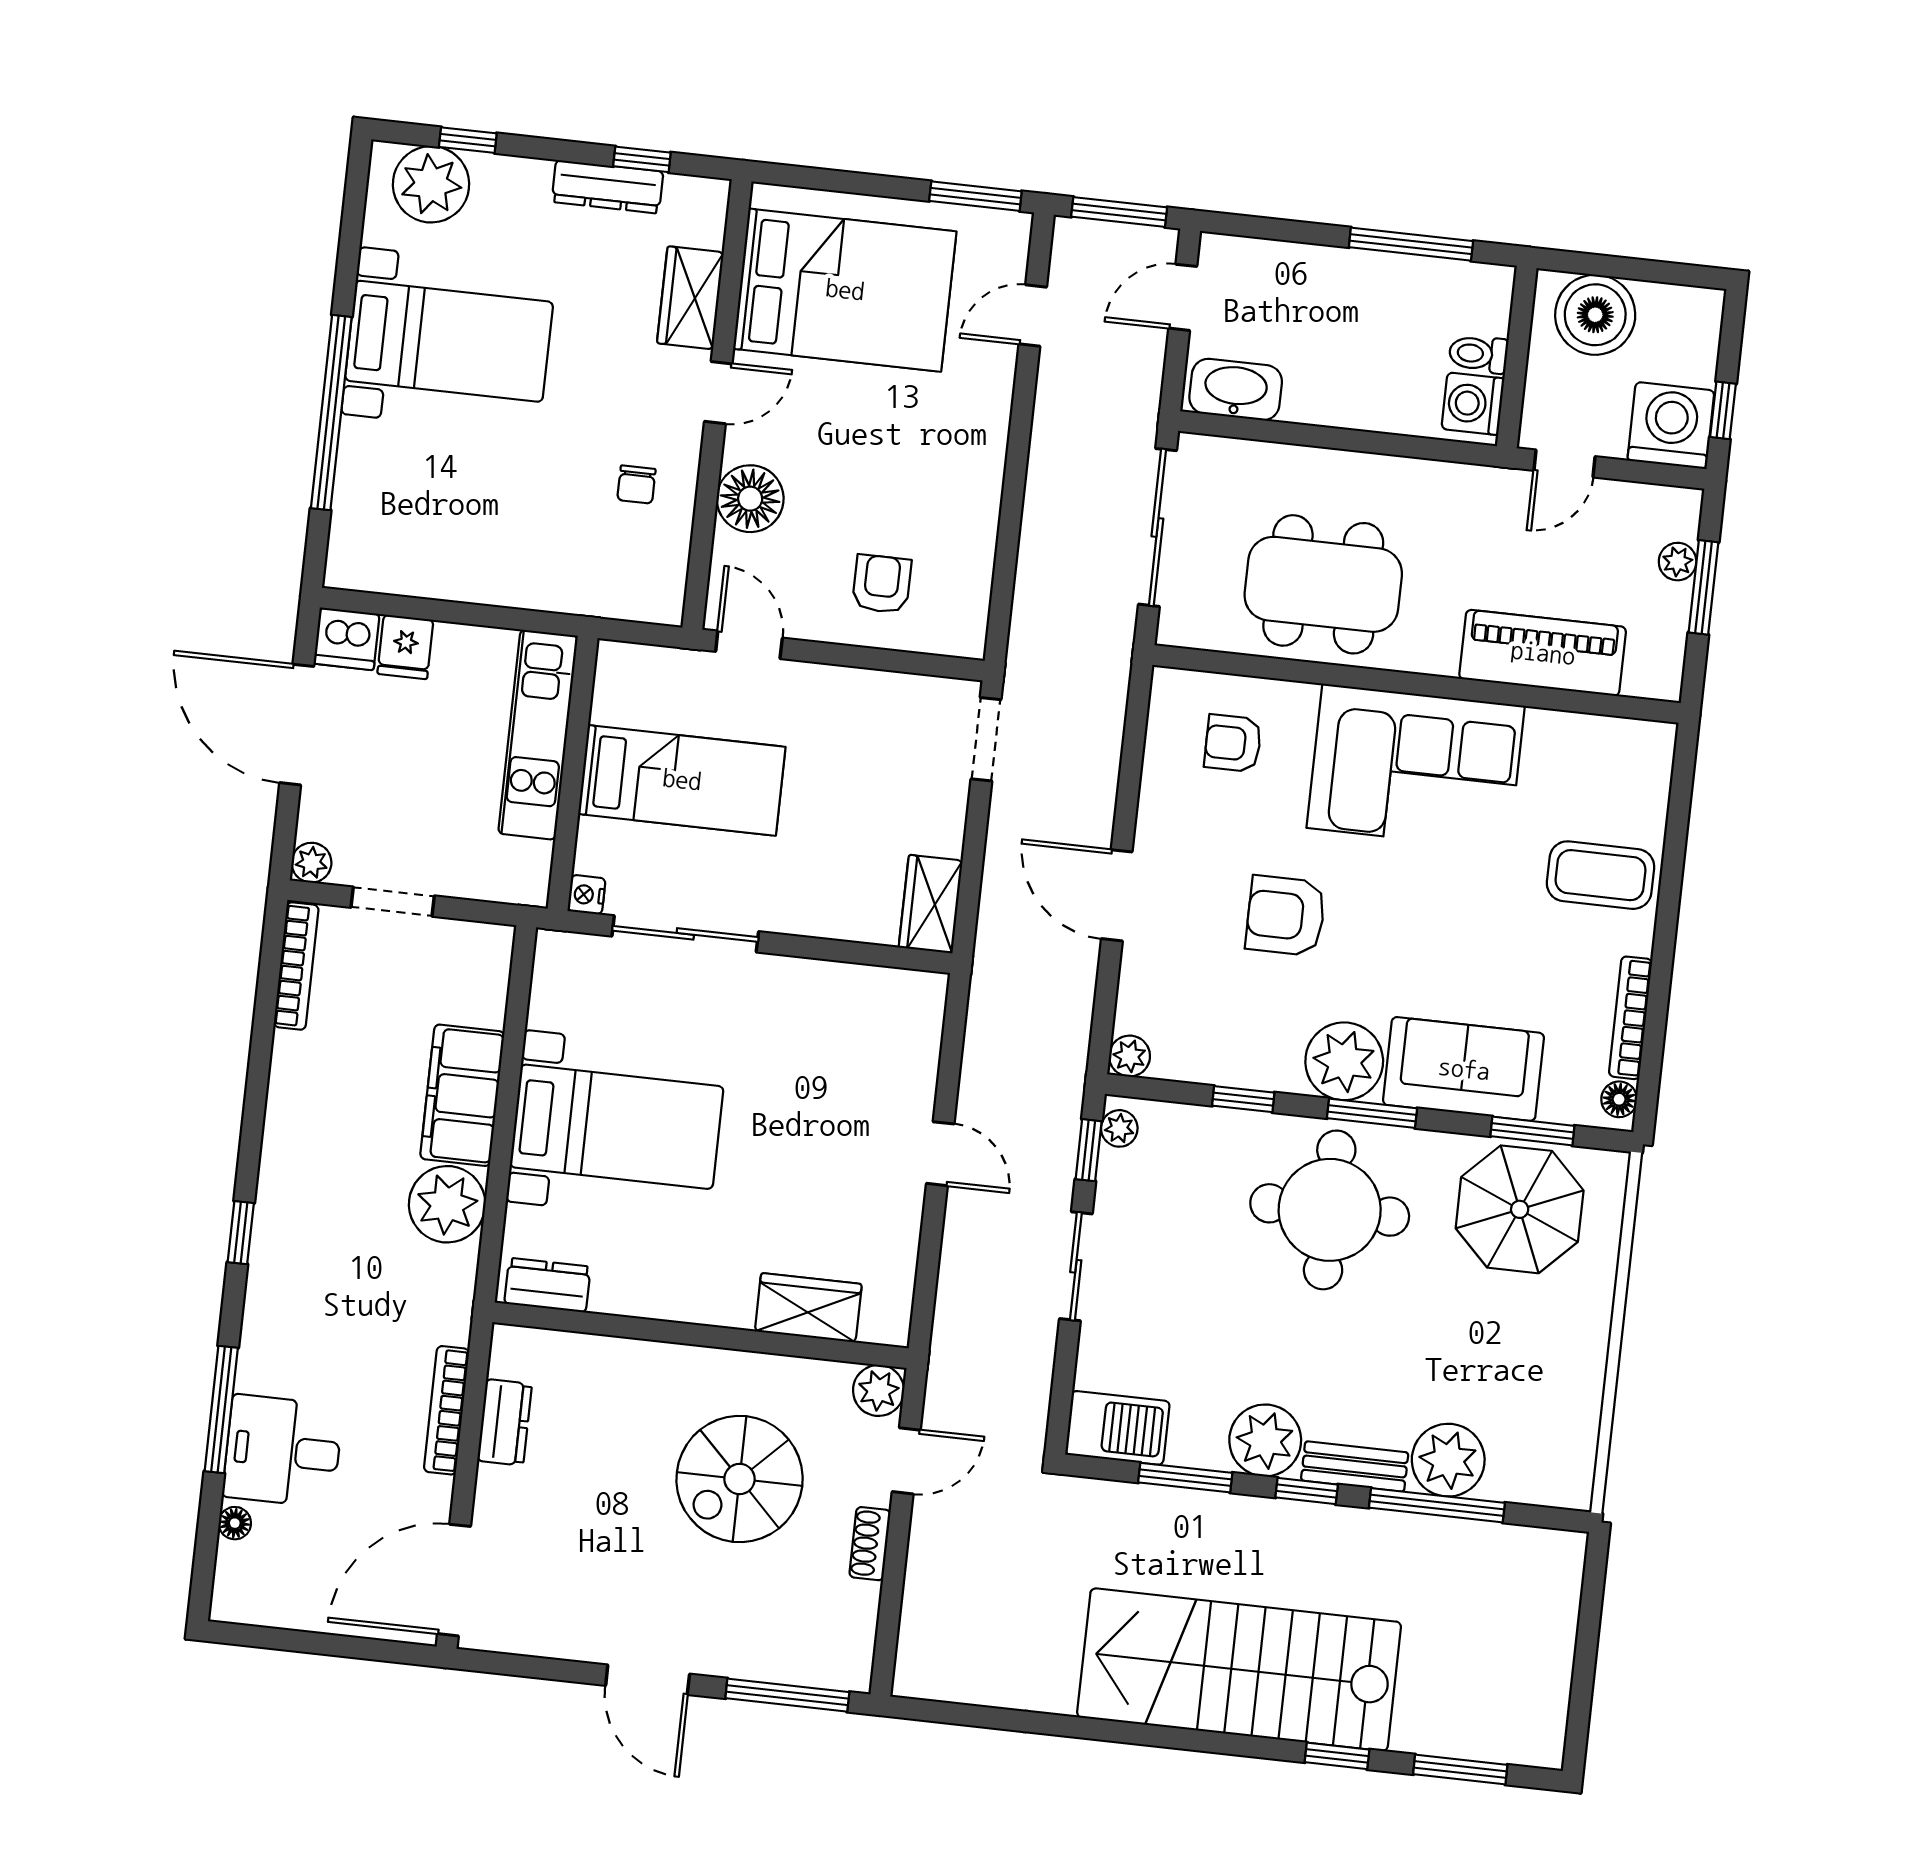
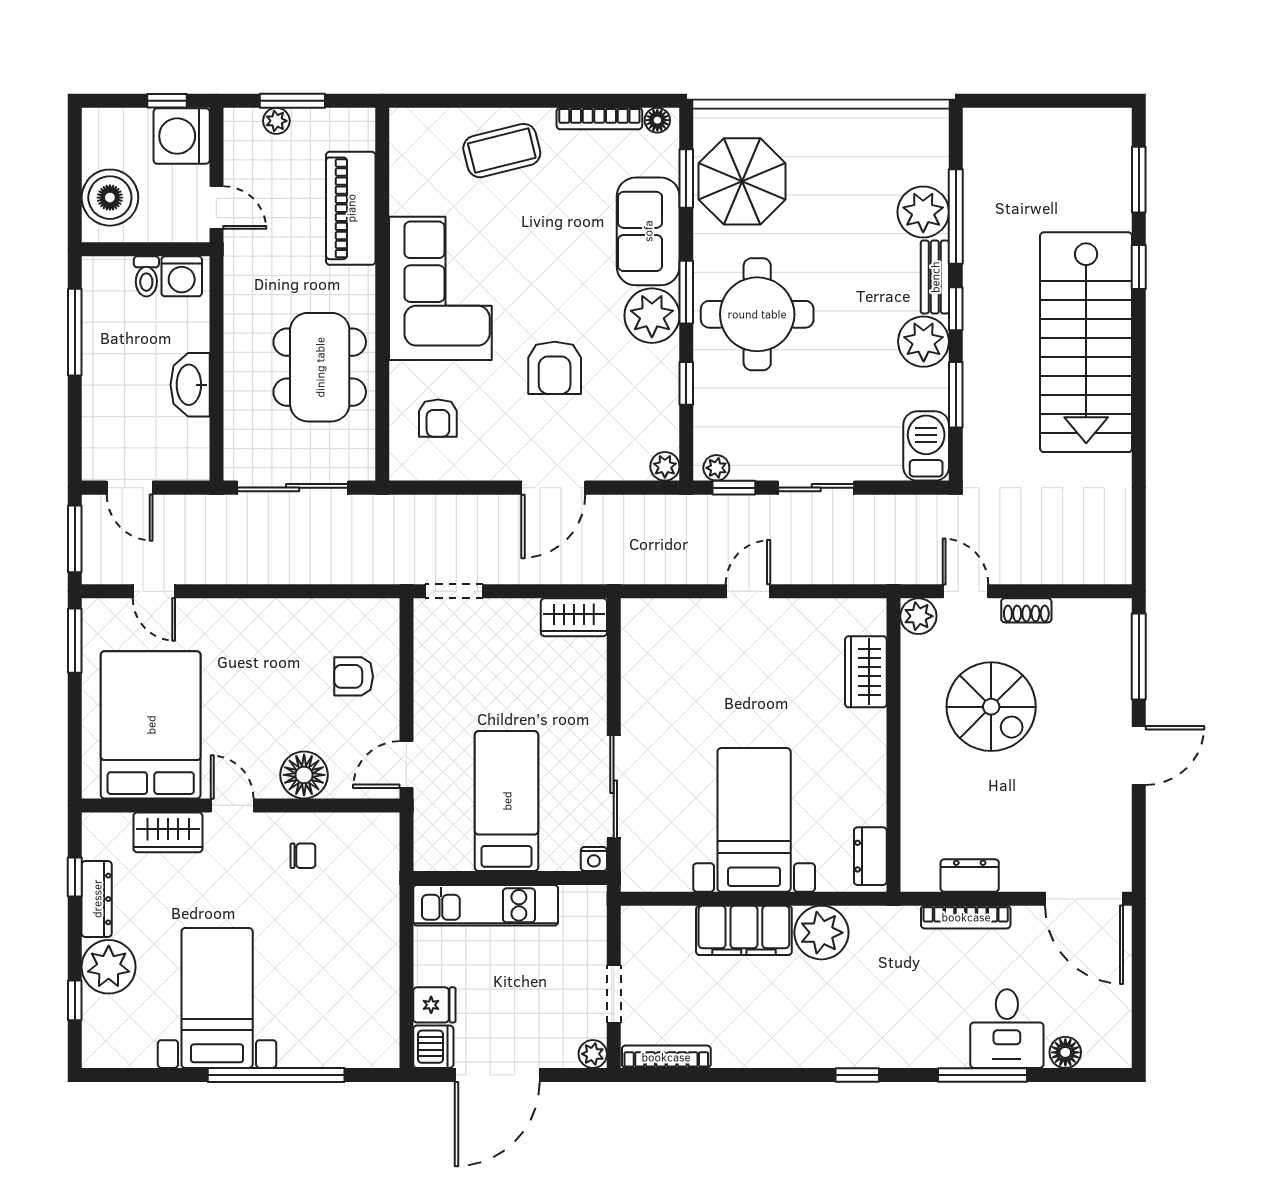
plant: (431, 184) -> (109, 967), moved
washbasin: (1236, 389) -> (190, 385), moved
coffee table: (1601, 875) -> (502, 151), turned 76
floor lamp: (235, 1523) -> (1065, 1052), width x1.37, depth x1.37

